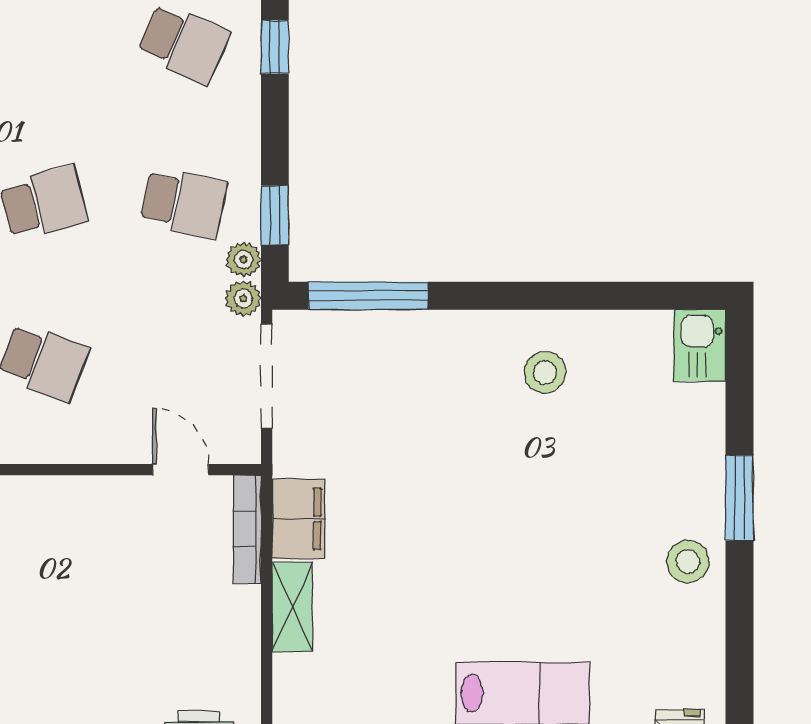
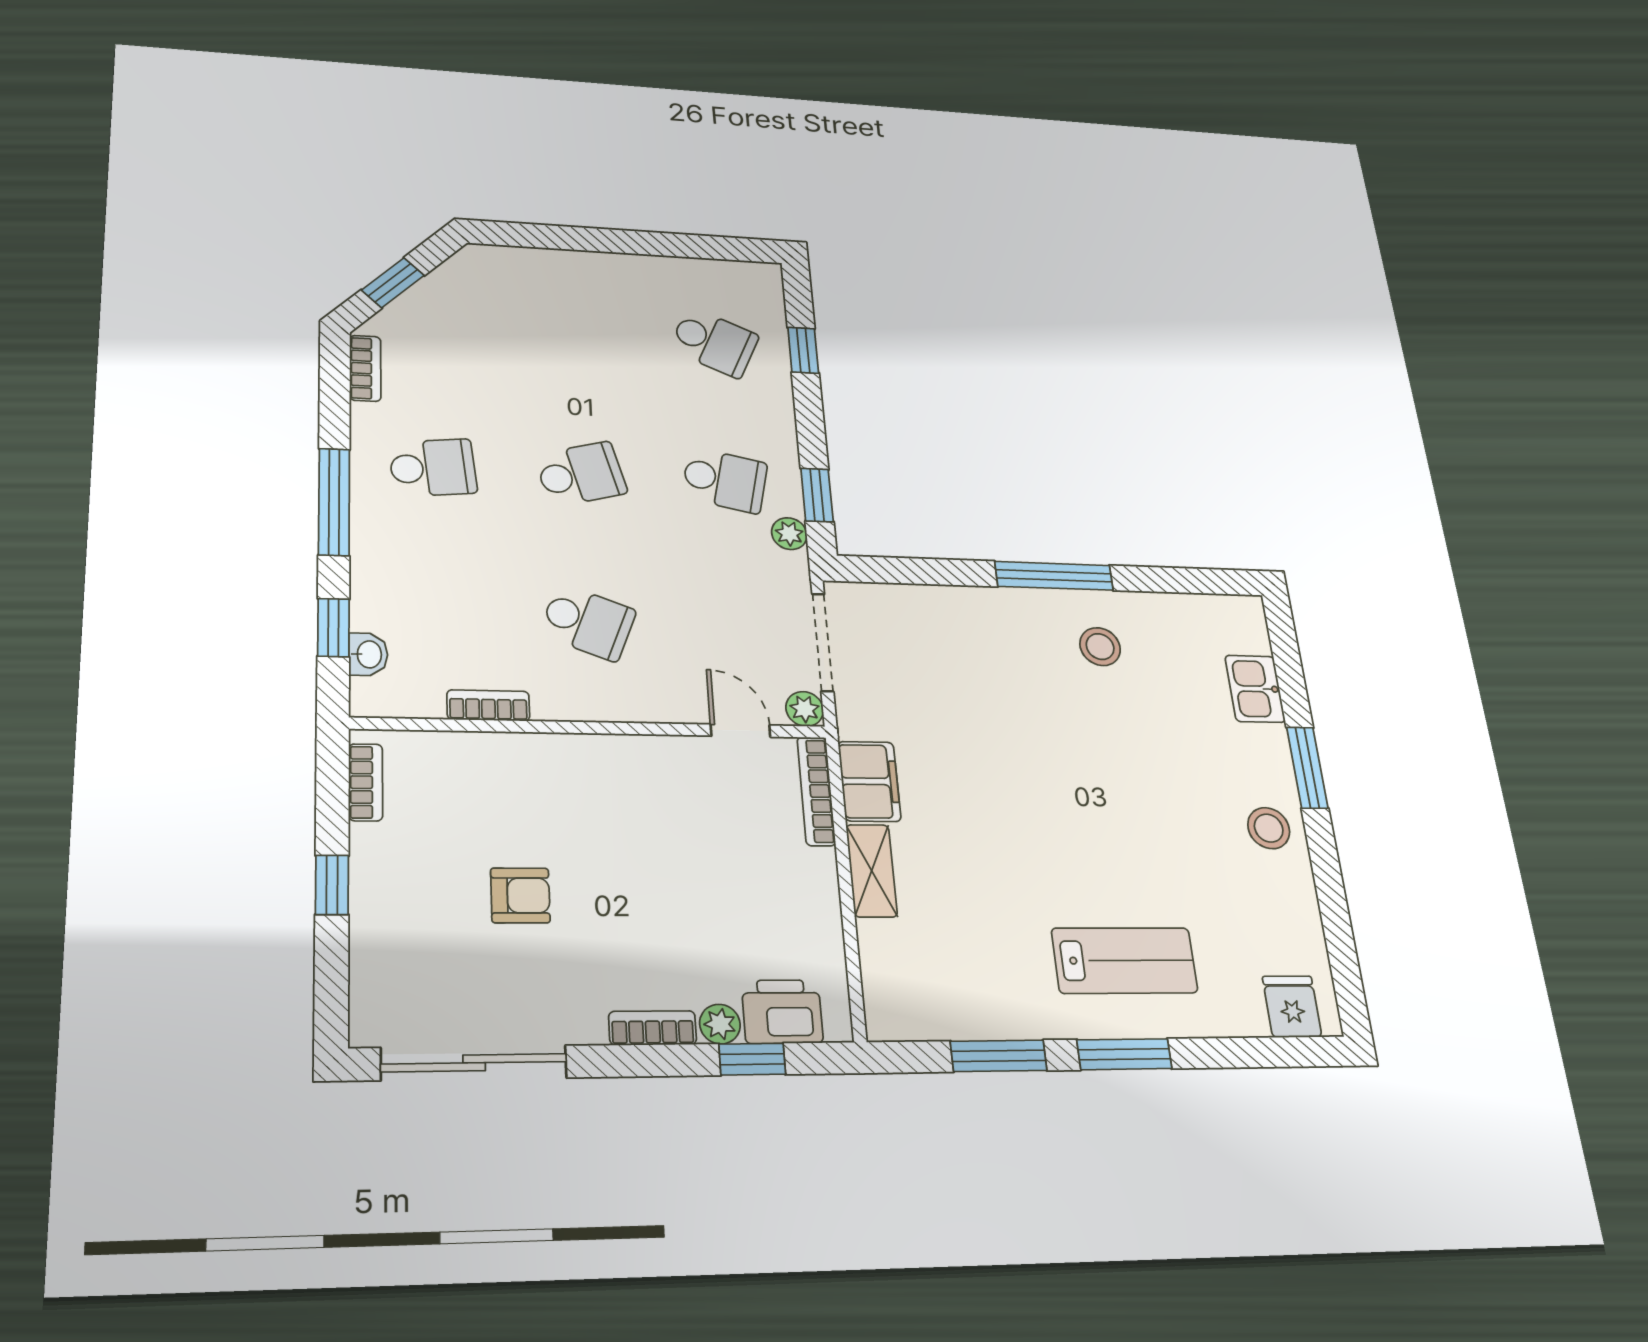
window: (368, 296) -> (1054, 576), moved
plant: (243, 299) -> (805, 709), moved
kitchen sink: (700, 345) -> (1255, 689), moved

